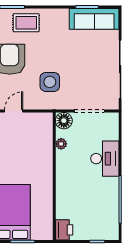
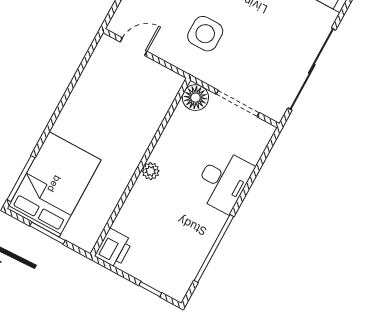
plant: (61, 144) -> (151, 171), moved

